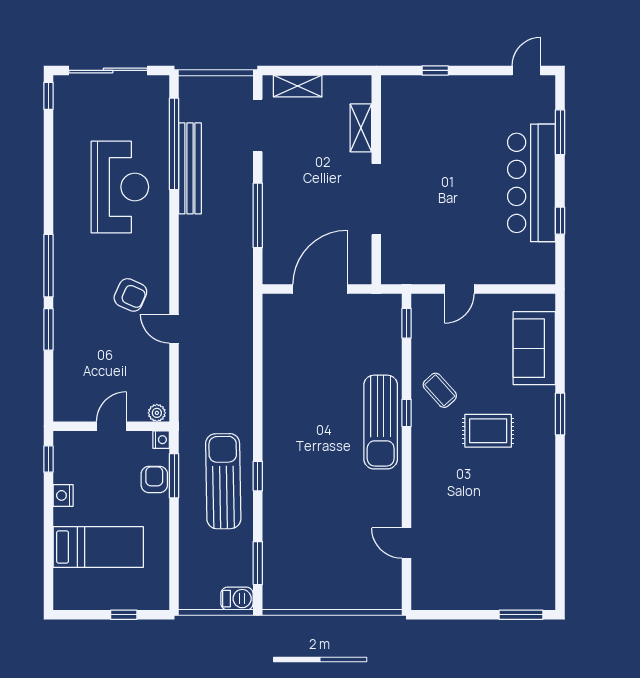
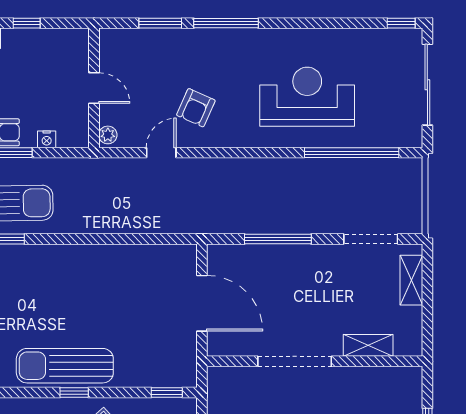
bench: (190, 168) -> (326, 169), removed
reception desk: (120, 187) -> (307, 97), turned 180
plant: (157, 413) -> (108, 135), moved
door: (111, 426) -> (94, 88), moved
wall: (111, 426) -> (94, 88), moved

